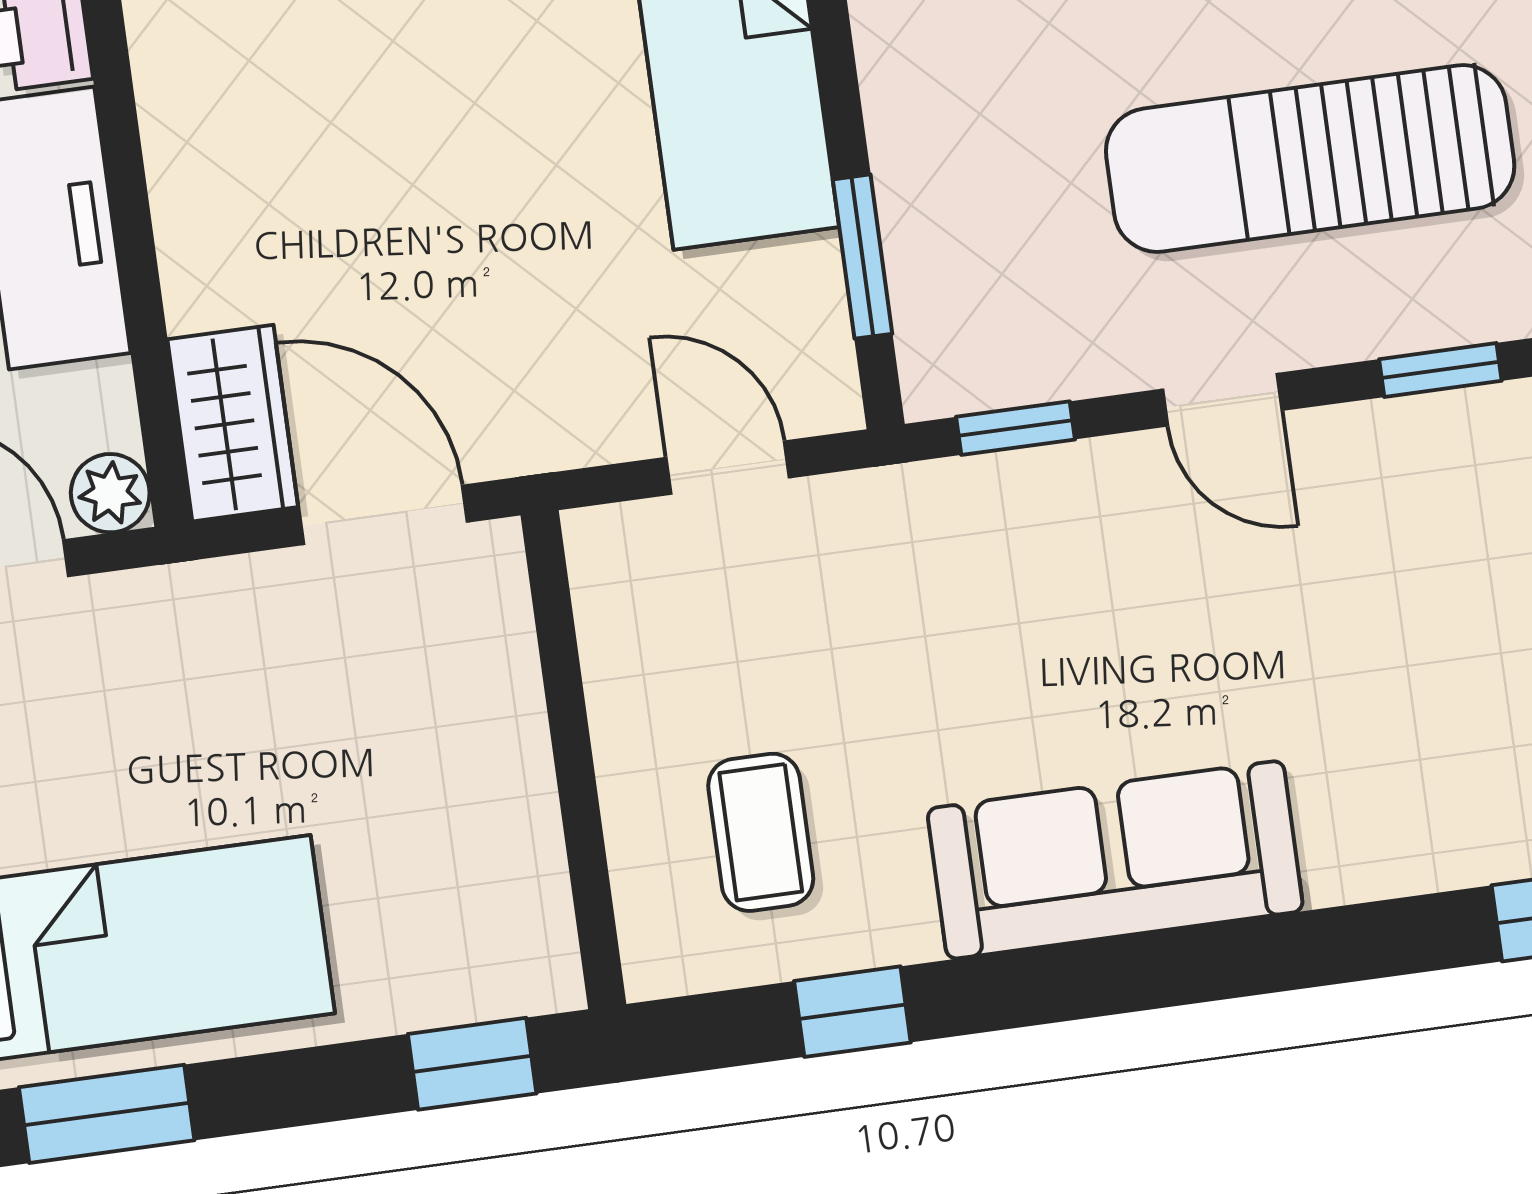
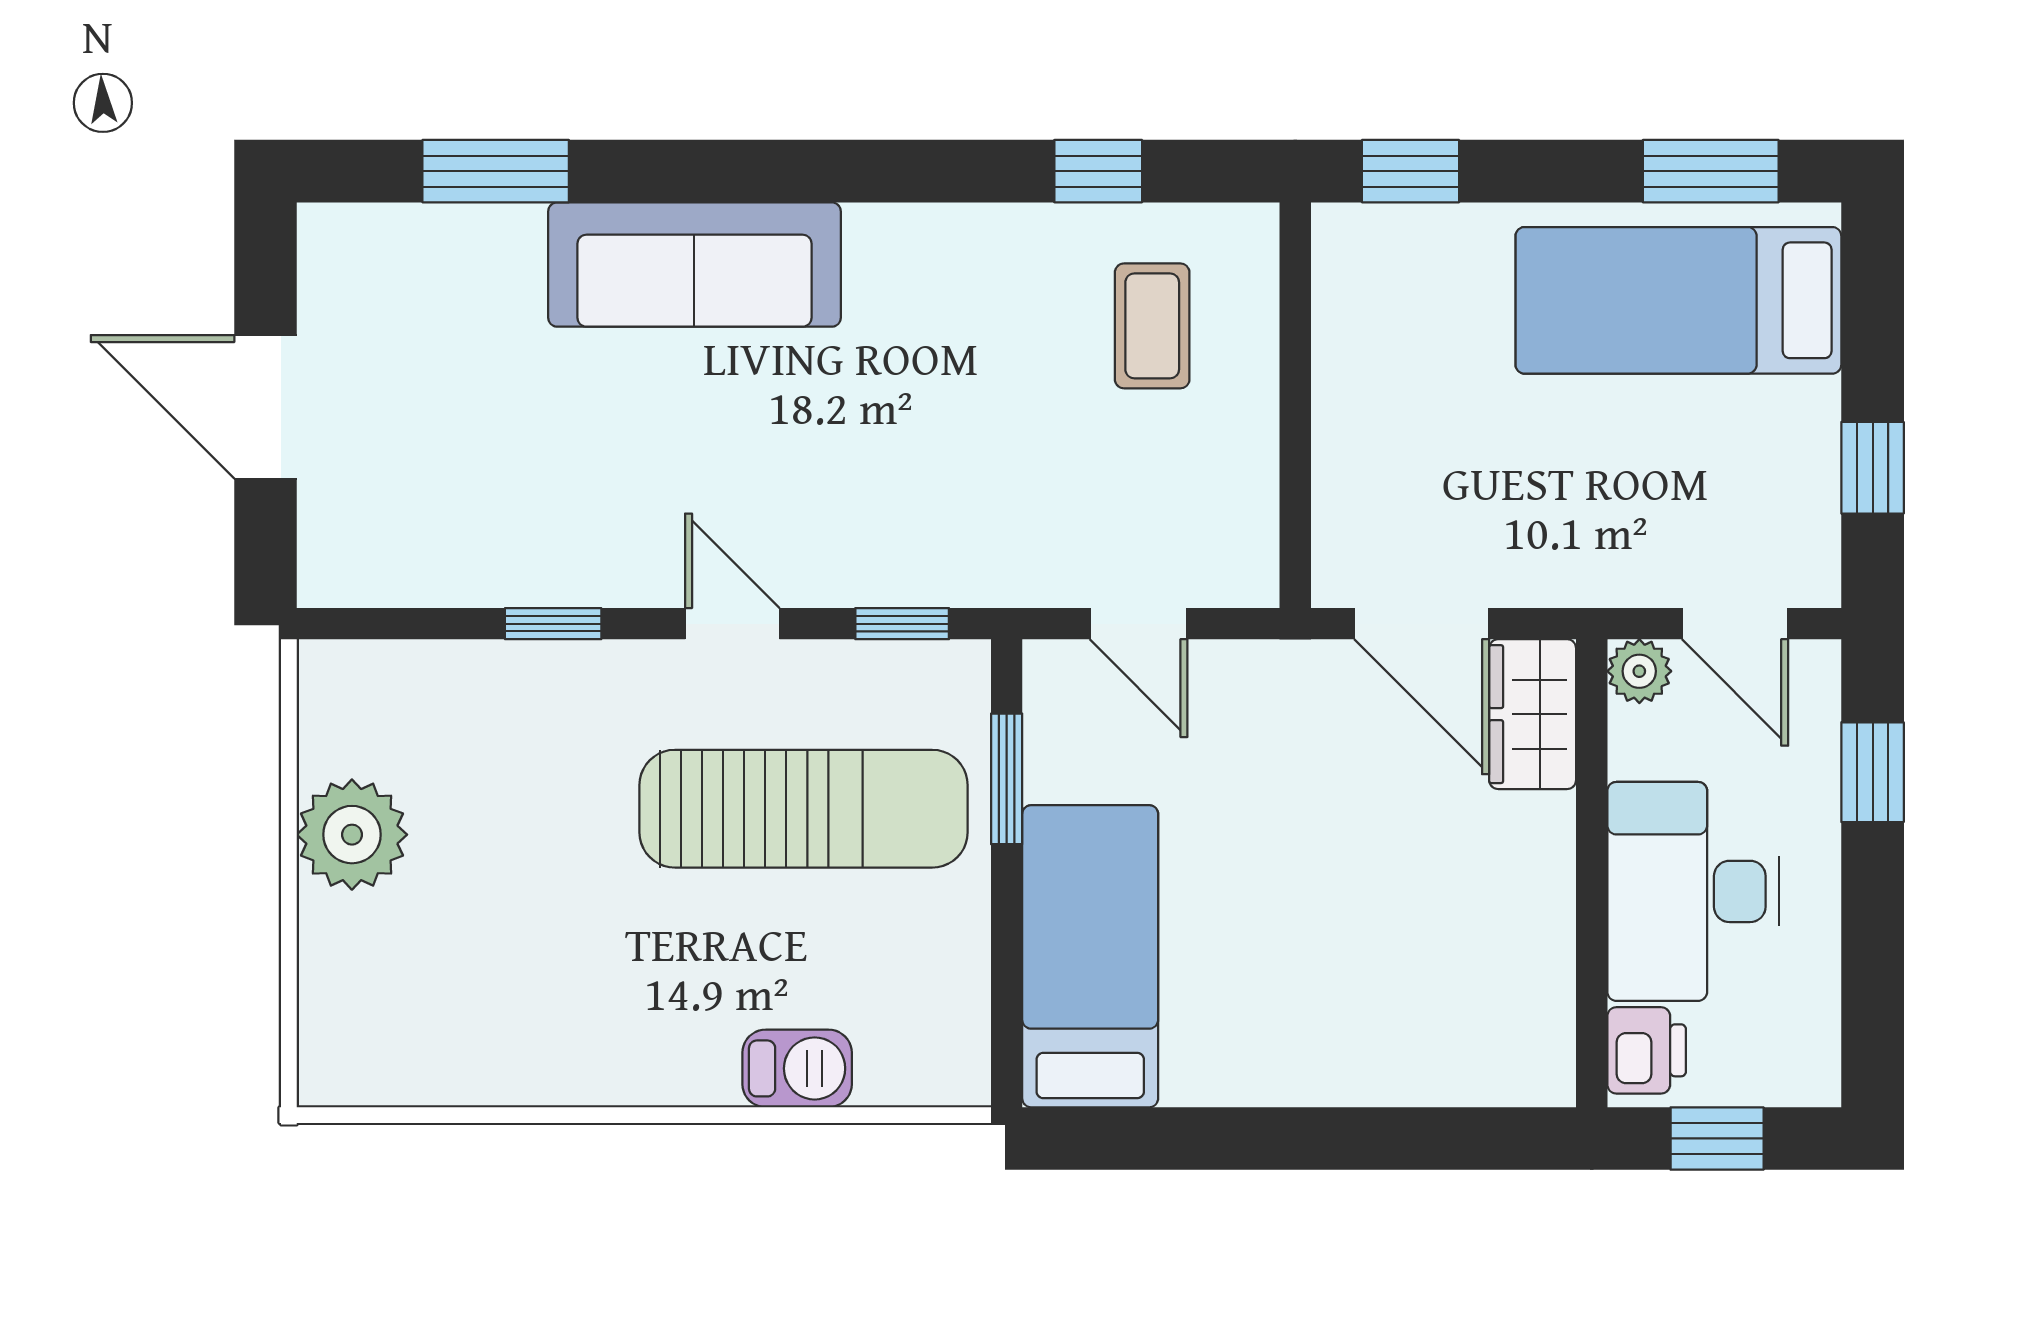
sun lounger: (1310, 159) -> (804, 809), moved
sofa: (1115, 860) -> (694, 265), moved

